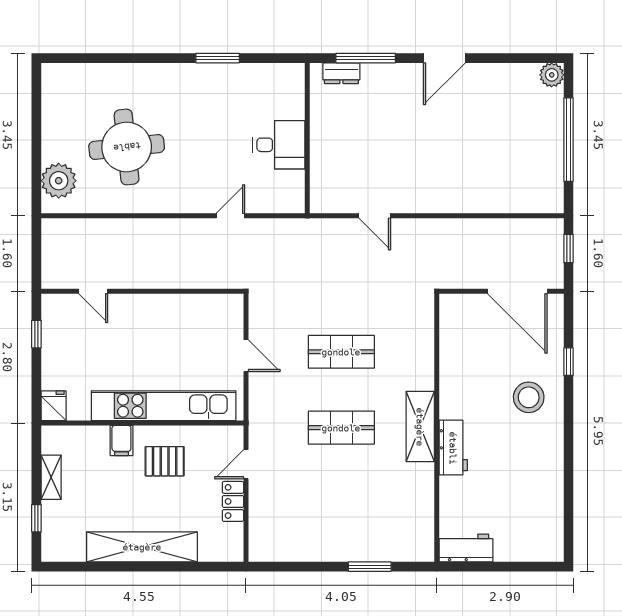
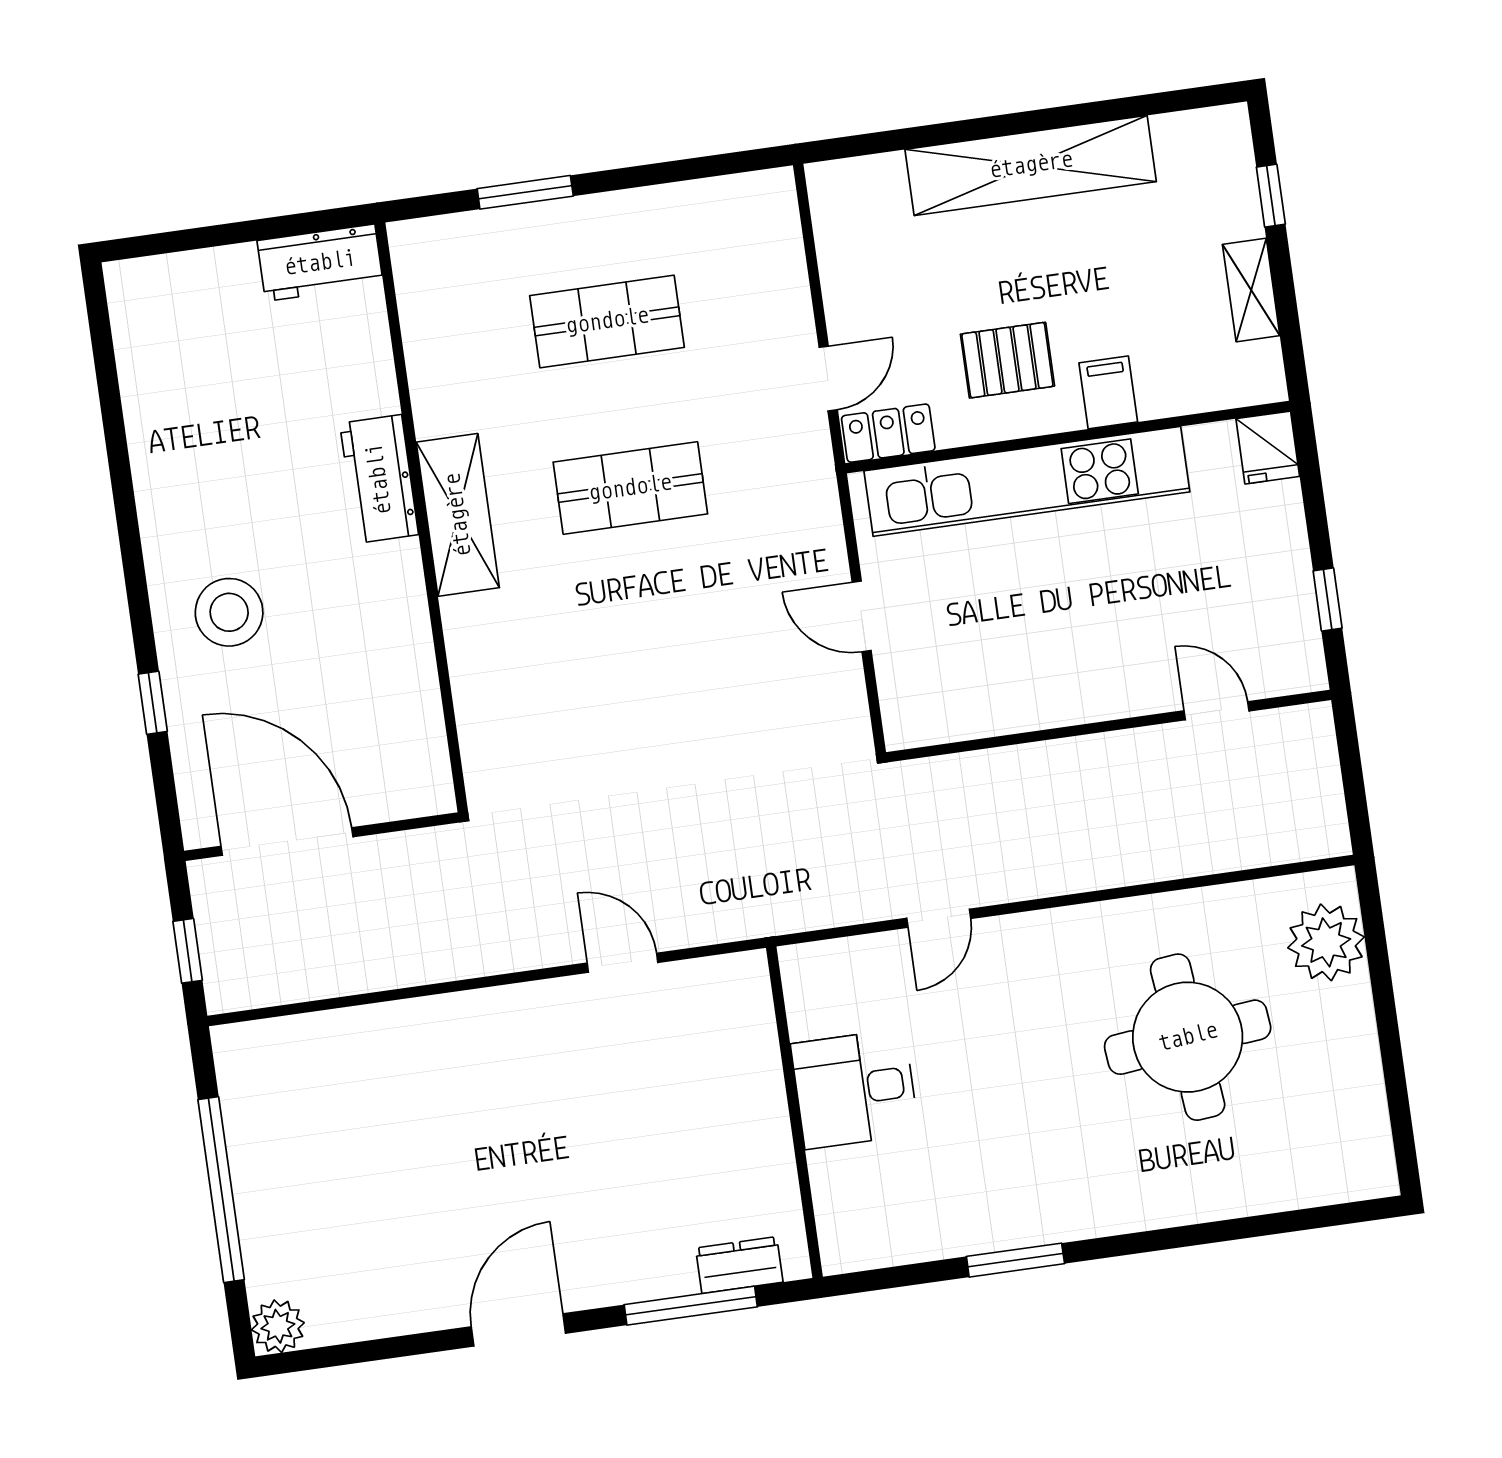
shop shelf: (341, 352) -> (607, 321), moved
locker: (233, 501) -> (888, 433), moved, turned -90

